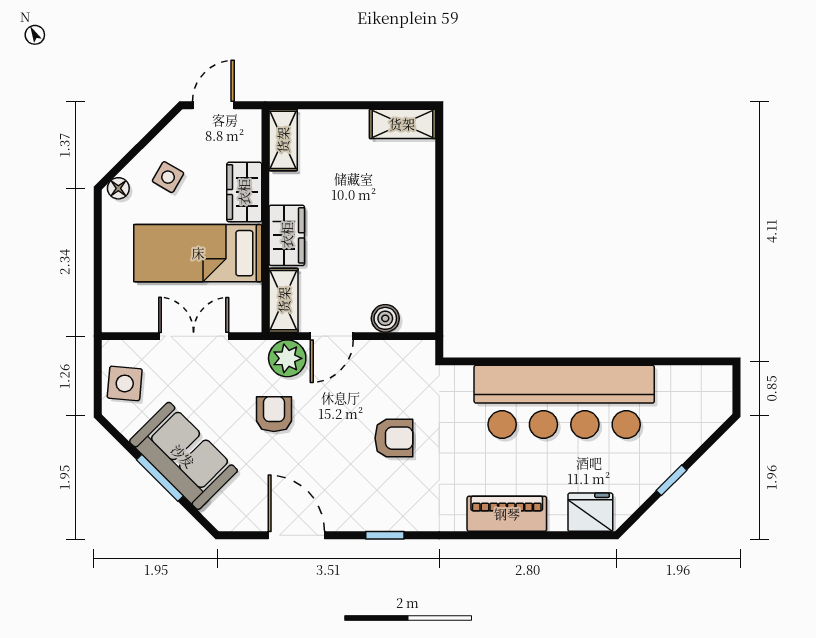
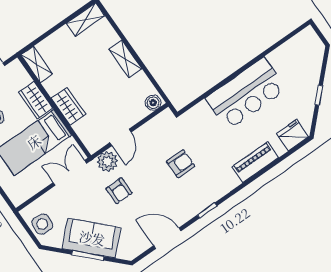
shelving: (284, 300) -> (125, 59), moved
boiler: (385, 318) -> (153, 103), moved
double door: (194, 336) -> (70, 173), moved
bar counter: (564, 402) -> (246, 94), width x0.73
armchair: (274, 414) -> (119, 191), turned 180

